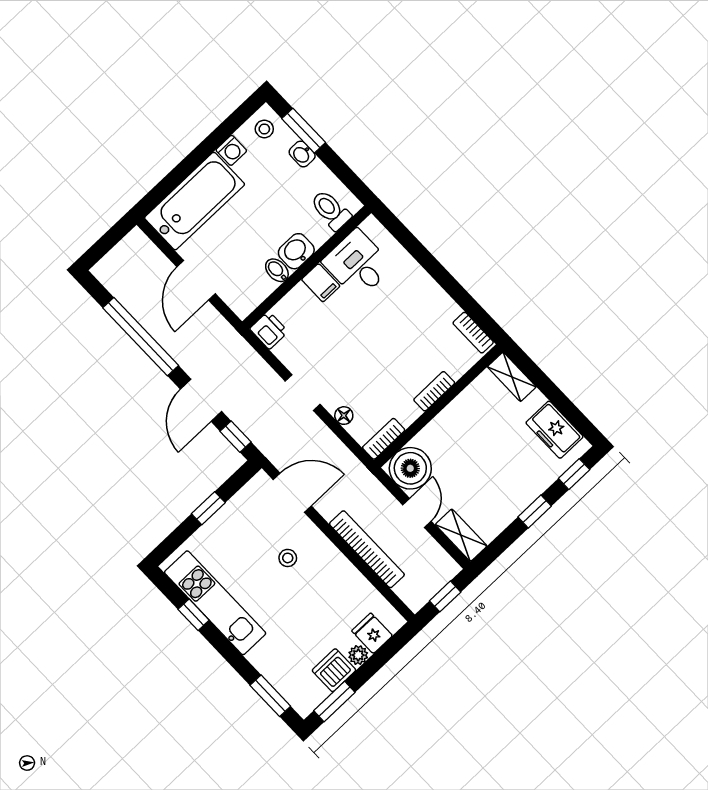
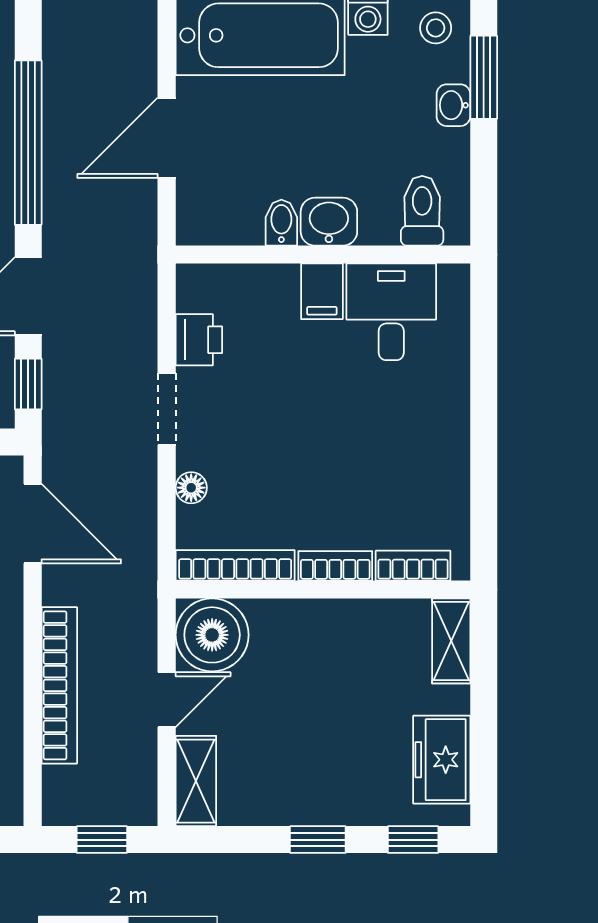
printer: (269, 330) -> (199, 340), moved
bookcase: (473, 333) -> (413, 566), moved, turned 90
bookcase: (384, 439) -> (235, 565), width x1.56

